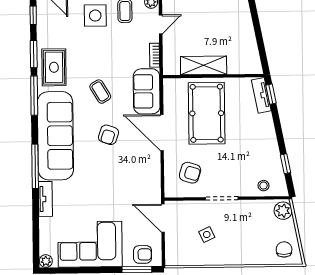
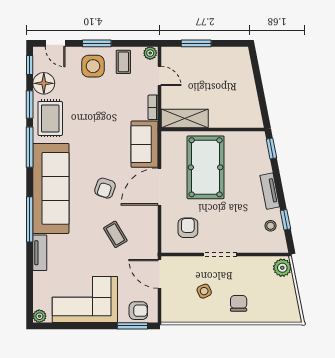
door: (161, 24) -> (160, 76), hinge flipped
floor lamp: (47, 33) -> (44, 83), added
shelving: (204, 65) -> (185, 118), moved
coffee table: (100, 92) -> (115, 234), moved
tv unit: (261, 95) -> (270, 191), moved
door: (162, 133) -> (160, 187), hinge flipped
armchair: (190, 173) -> (188, 228), turned -107
stool: (264, 186) -> (271, 226), moved
chair: (284, 249) -> (239, 303), moved

